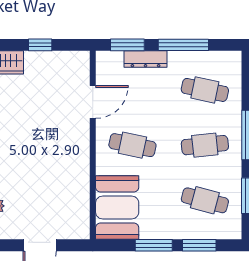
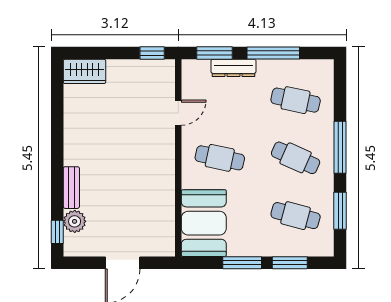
window: (40, 45) -> (152, 53), moved
door: (93, 102) -> (178, 113), width x0.73
cafe table: (205, 145) -> (296, 158), turned 30

